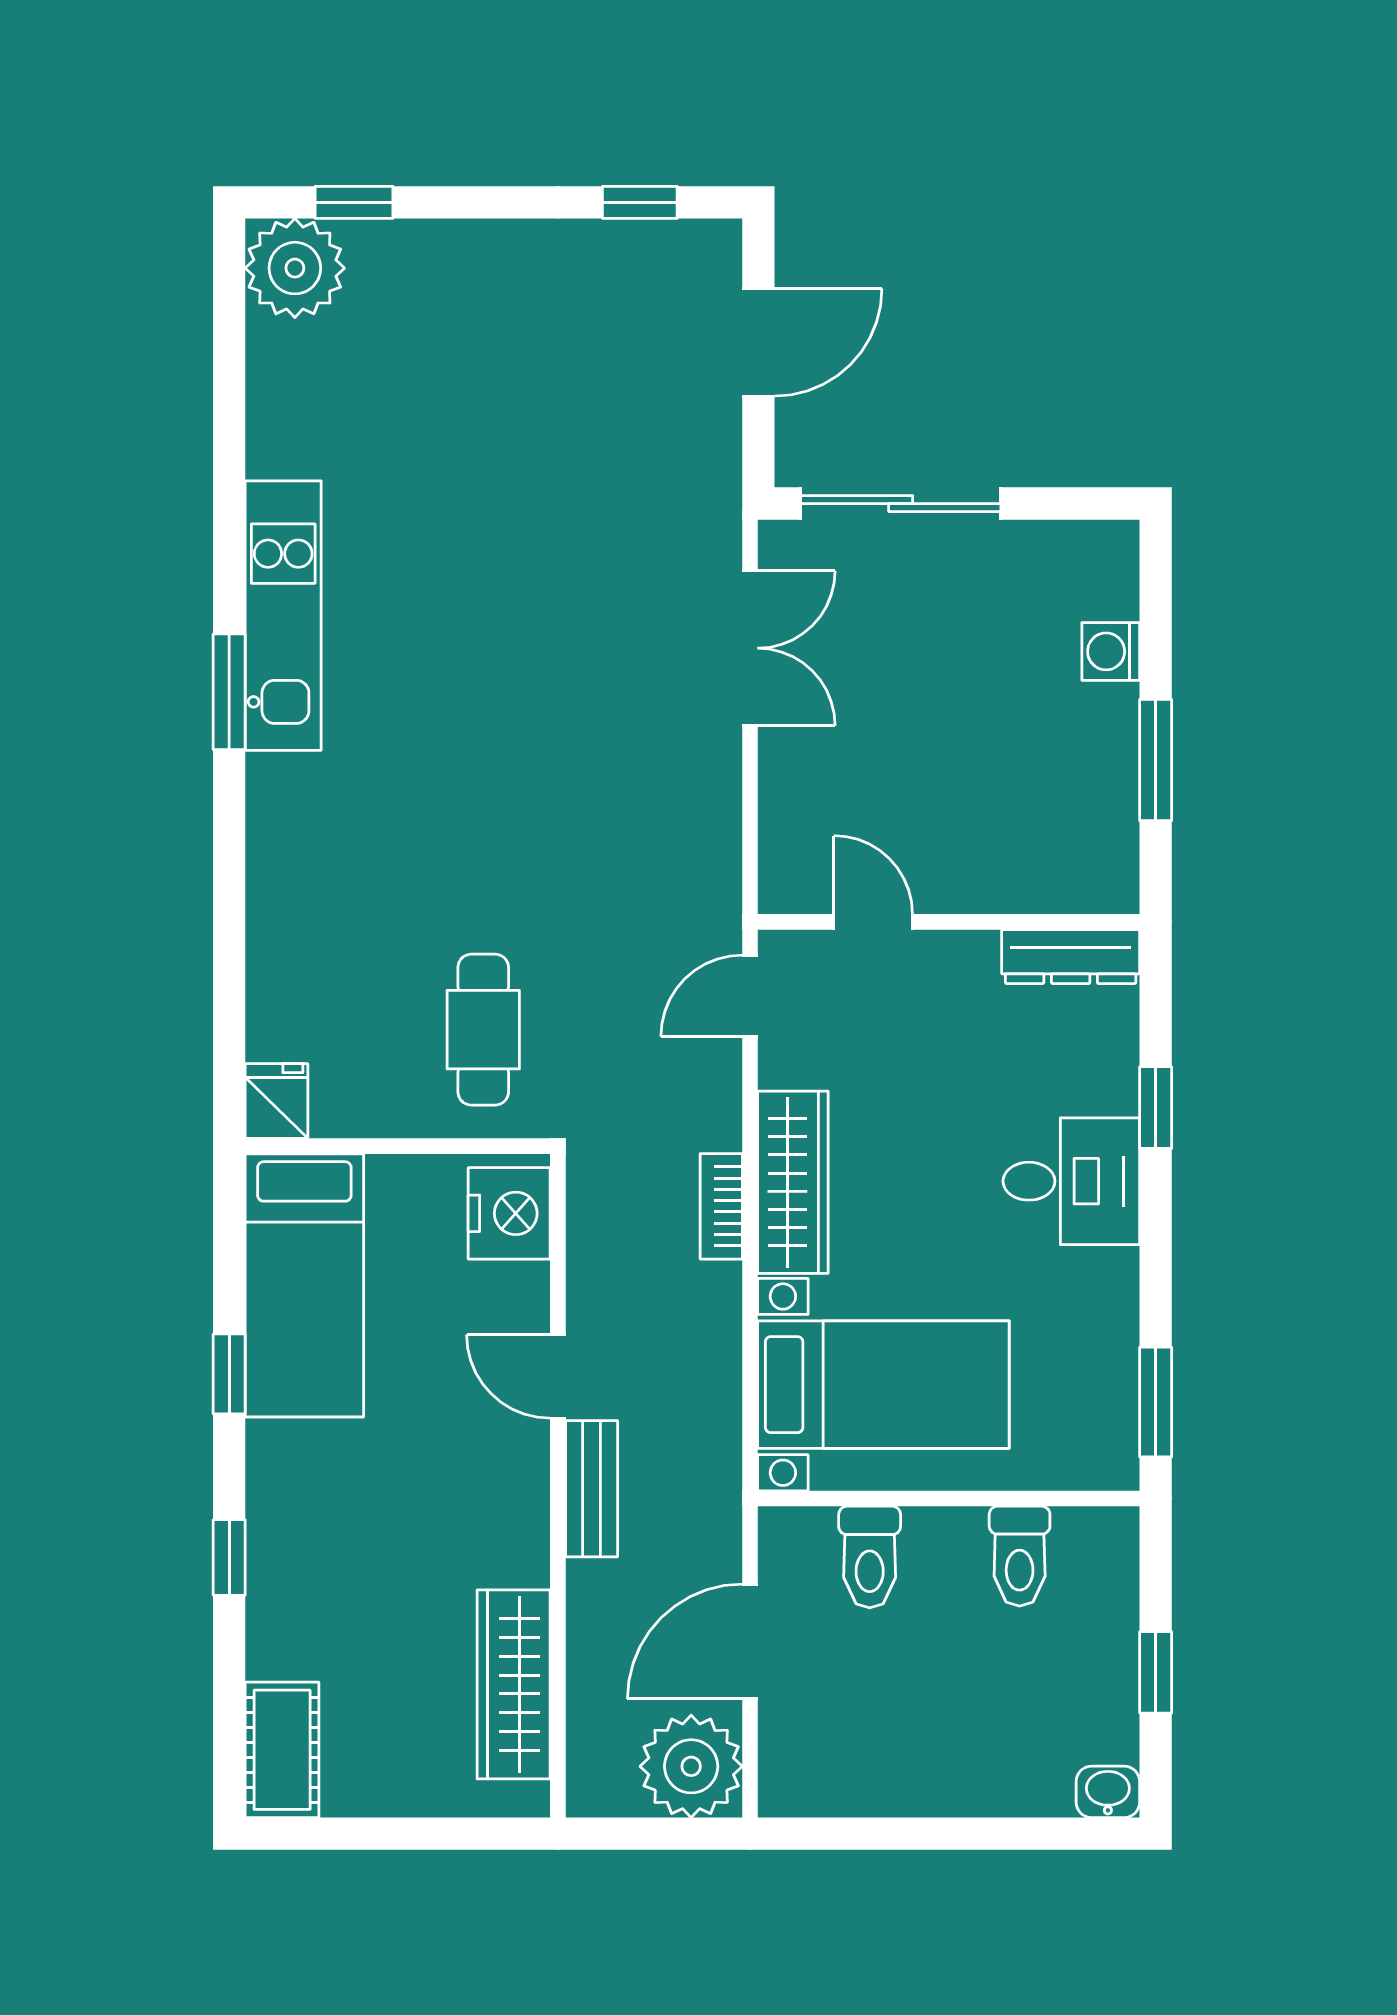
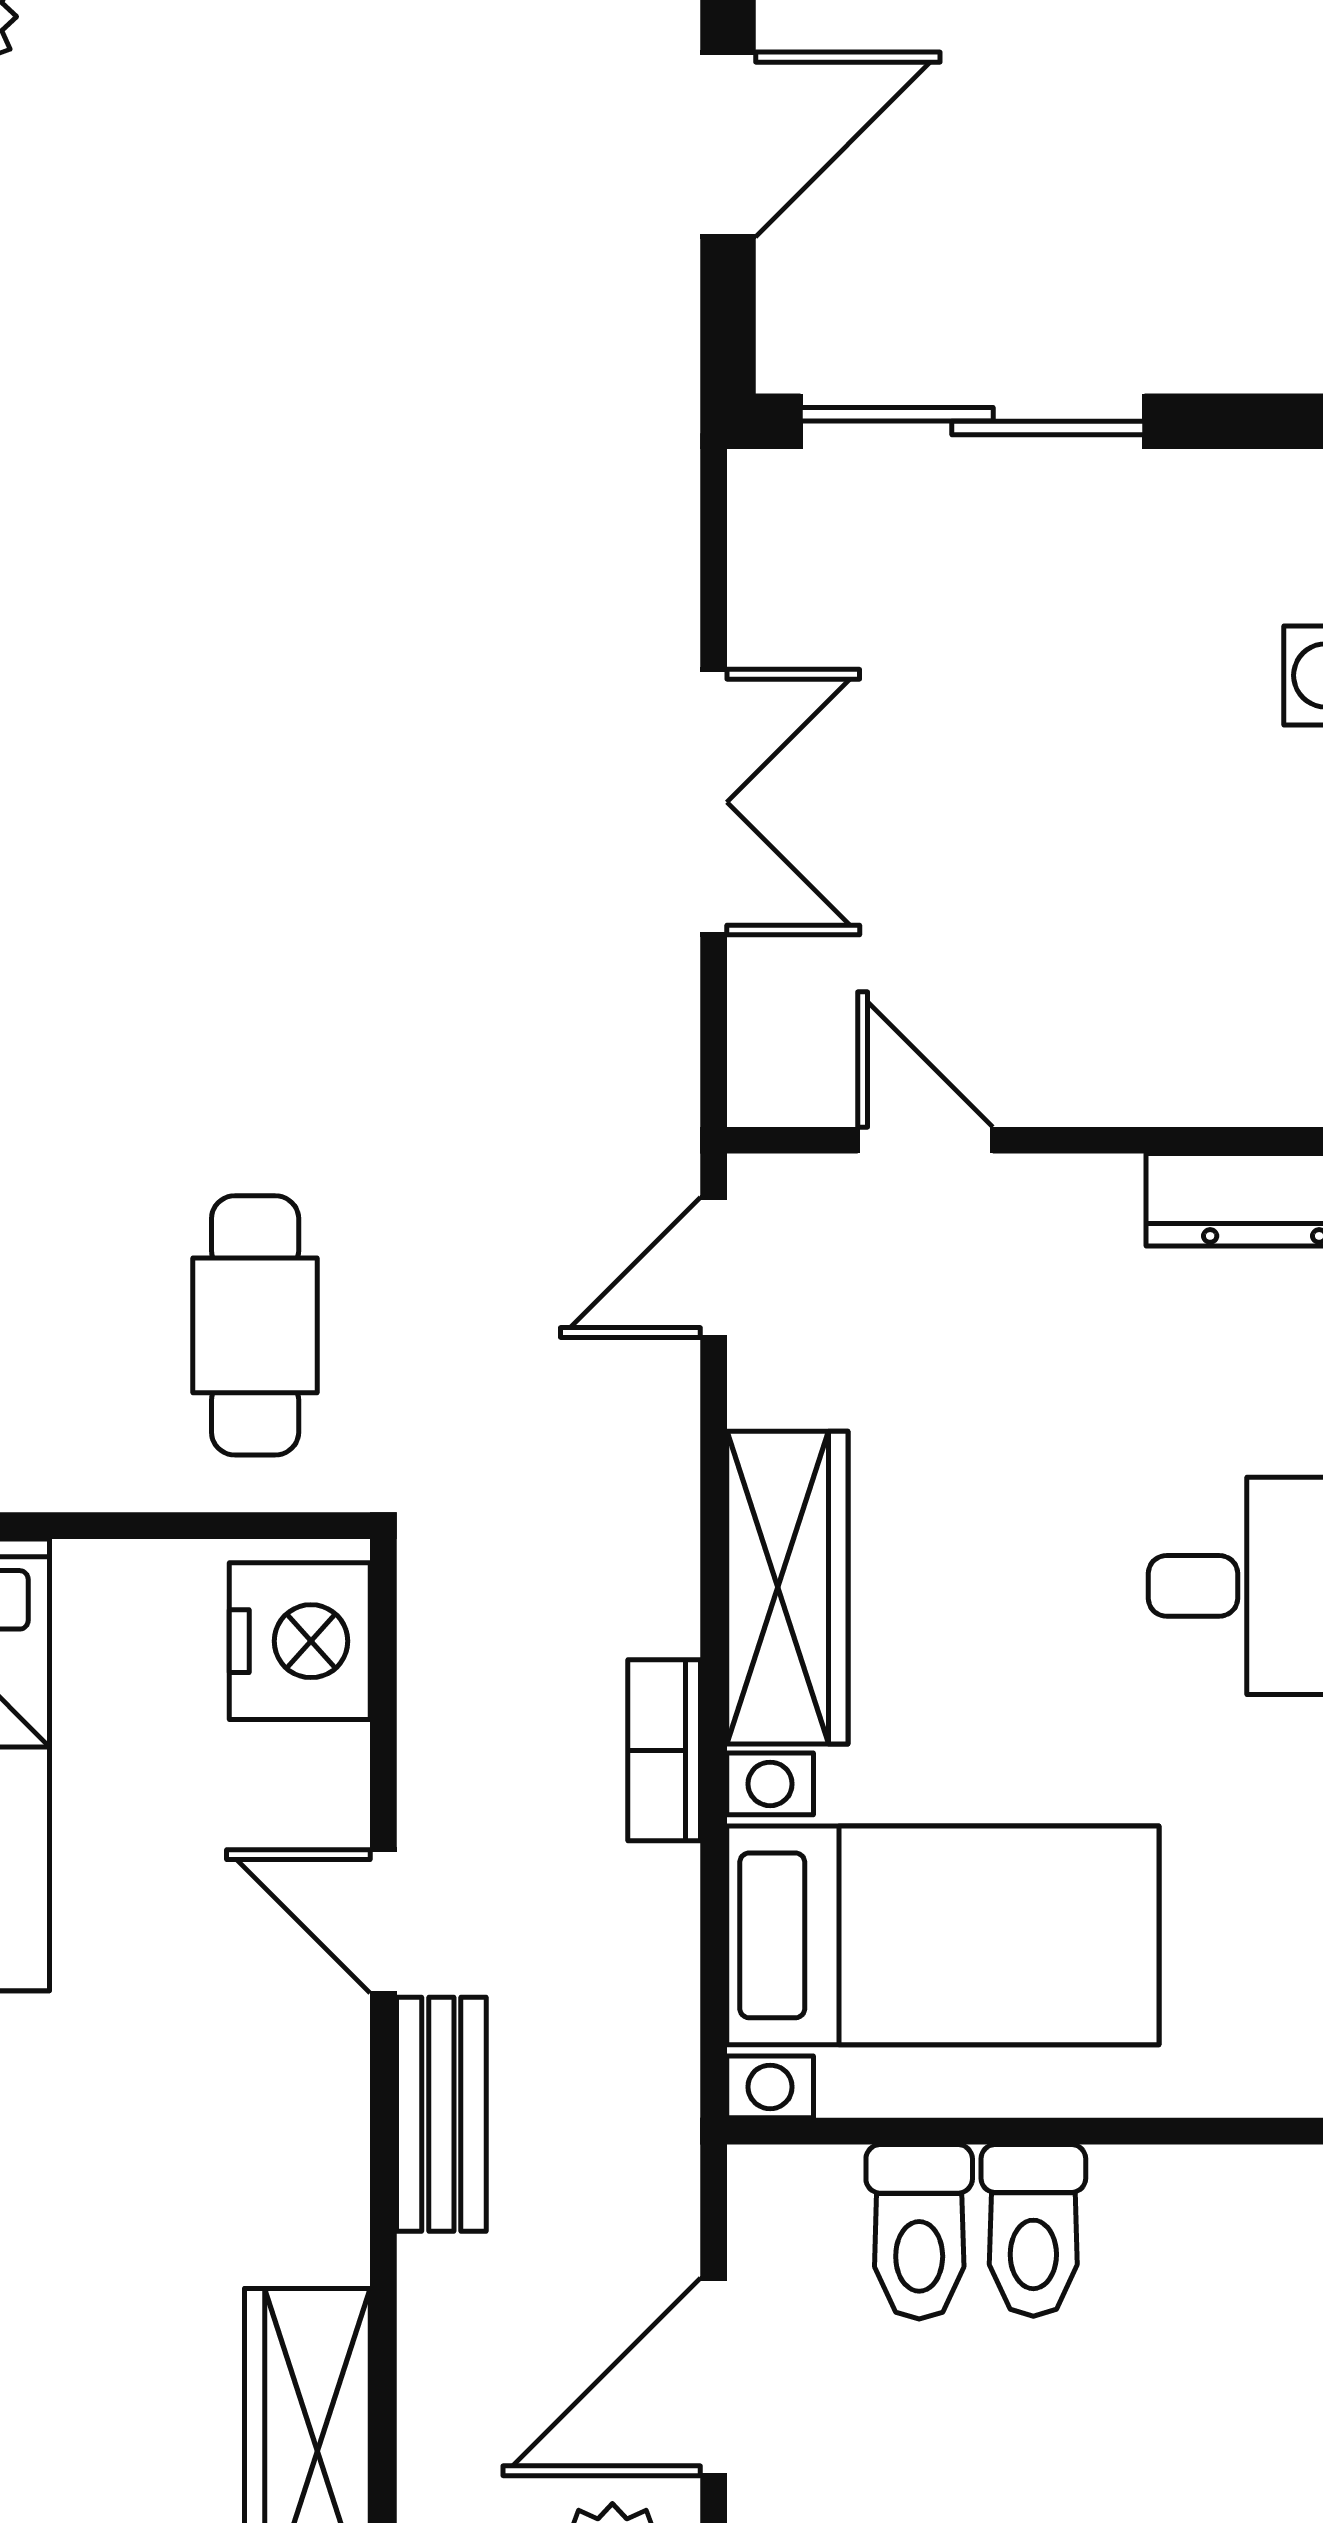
double door: (750, 648) -> (714, 802), moved
bookcase: (721, 1206) -> (664, 1750), moved
toilet: (1020, 1556) -> (1033, 2230), moved

